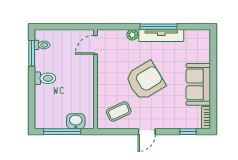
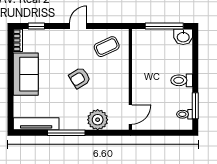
plant: (132, 35) -> (98, 120), width x1.88, depth x1.88
tv unit: (161, 36) -> (36, 124), moved
armchair: (145, 81) -> (80, 78), width x0.53, depth x0.53
washbasin: (76, 121) -> (183, 37), moved

